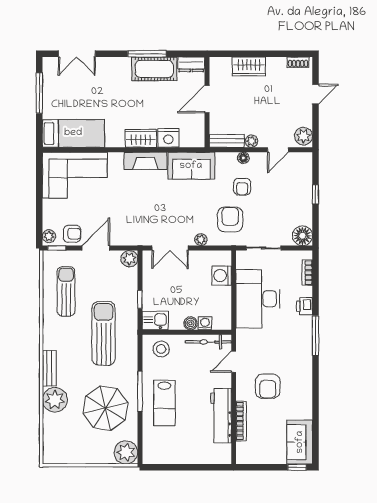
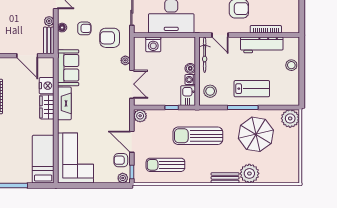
door: (207, 99) -> (27, 56), moved
armchair: (72, 234) -> (121, 160), turned -90
washing machine: (205, 323) -> (190, 80), moved
stool: (195, 454) -> (291, 65), added

